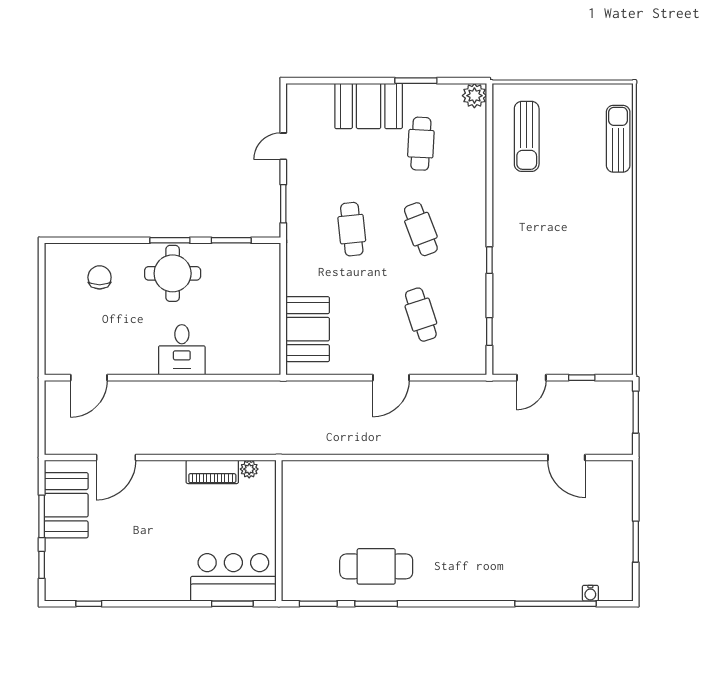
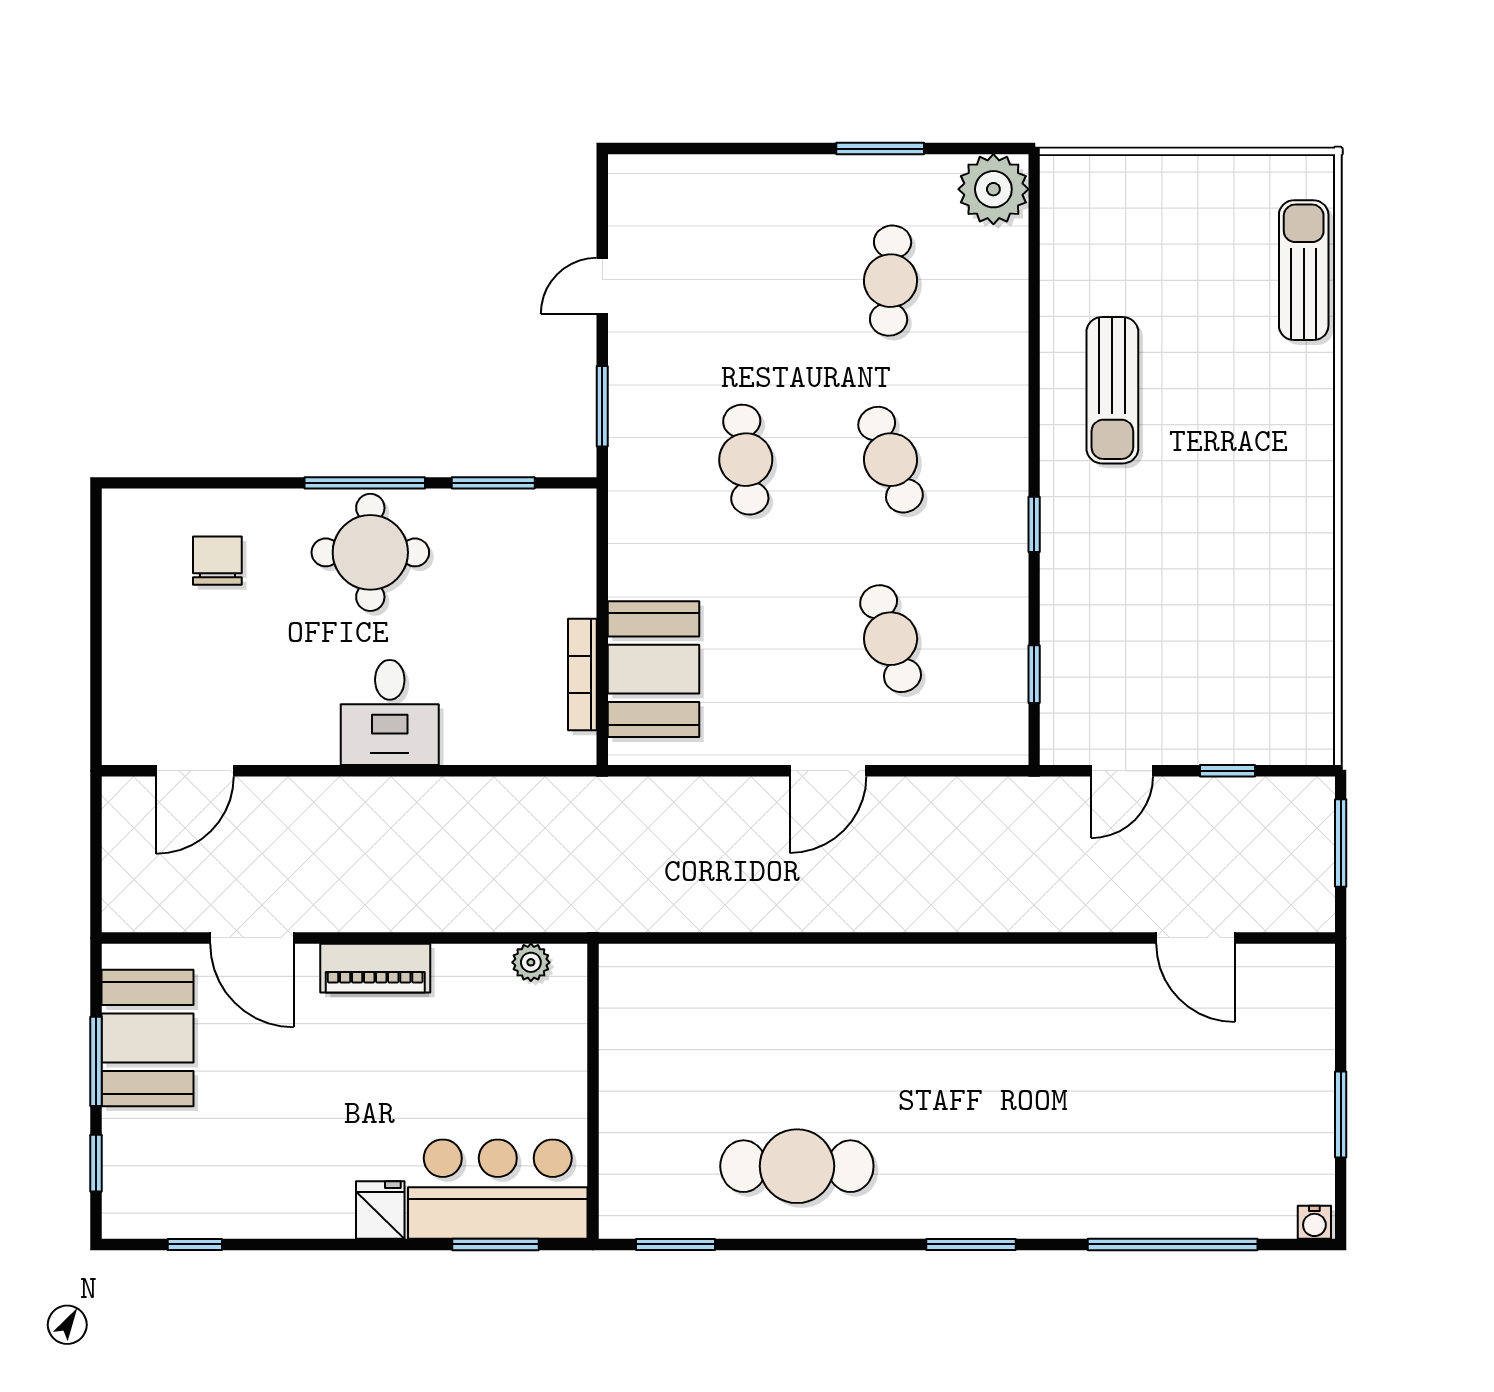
plant: (474, 96) -> (993, 189), width x1.36, depth x1.36
booth: (369, 106) -> (781, 202), removed
sun lounger: (527, 136) -> (1112, 390), moved
window: (170, 240) -> (365, 483), width x1.44
bookcase: (274, 332) -> (582, 675), added
door: (116, 457) -> (252, 938), hinge flipped
piano: (212, 472) -> (375, 968), moved
fridge: (177, 587) -> (380, 1210), added
water cooler: (590, 593) -> (1314, 1222), moved
window: (376, 604) -> (971, 1244), moved

